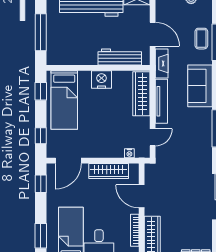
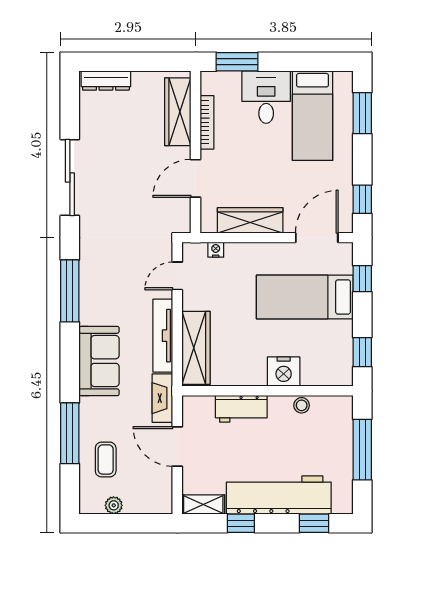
coffee table: (201, 39) -> (106, 460), moved
workbench: (120, 57) -> (241, 409), width x0.73
stool: (77, 59) -> (302, 405), added
nightstand: (102, 80) -> (284, 372), moved
bed: (64, 100) -> (305, 297), moved, turned -90
door: (142, 196) -> (196, 178), swing flipped

